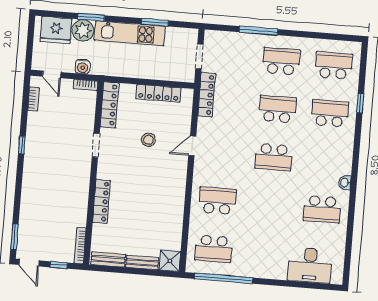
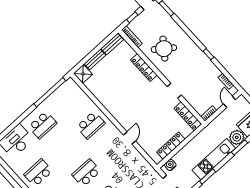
water cooler: (83, 67) -> (170, 165), moved
door: (52, 74) -> (229, 102), hinge flipped
locker: (207, 95) -> (148, 169), removed
stool: (148, 140) -> (153, 119), removed
round table: (61, 199) -> (164, 49), added
school desk: (214, 249) -> (43, 125), moved, turned 180

